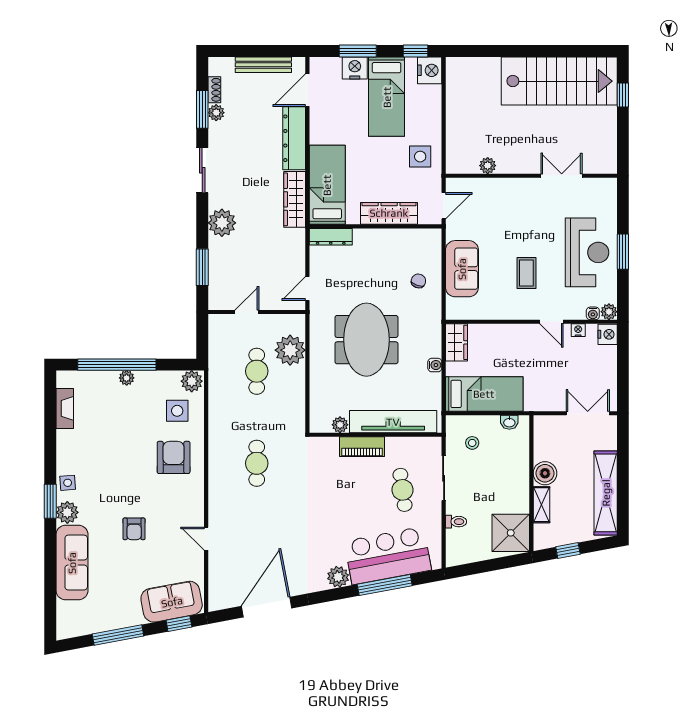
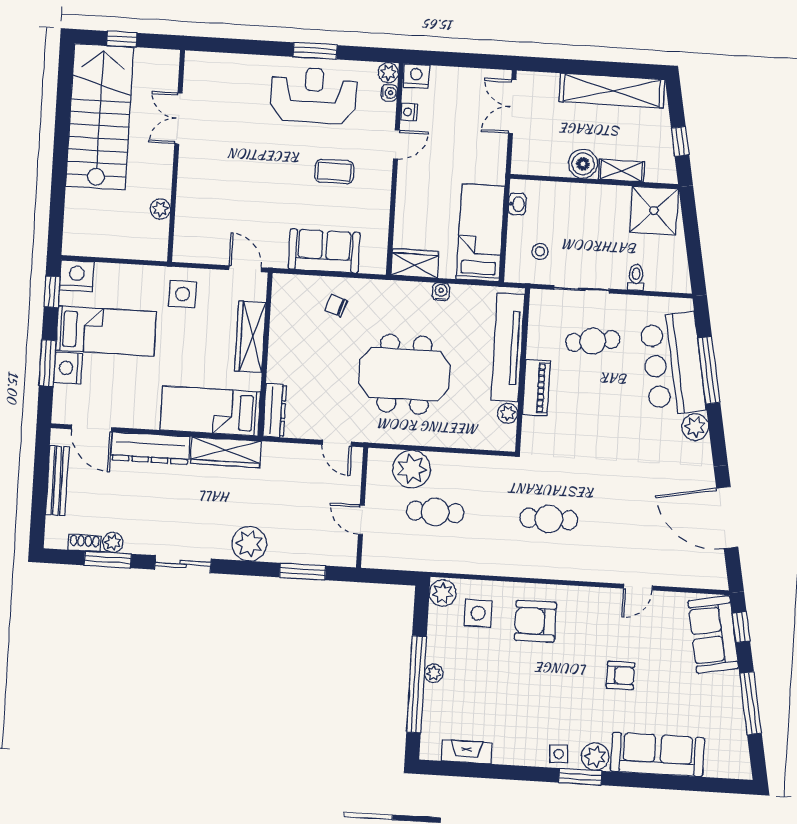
plant: (488, 166) -> (160, 209), moved
wall: (531, 176) -> (176, 156), moved
double door: (562, 176) -> (178, 119), moved

